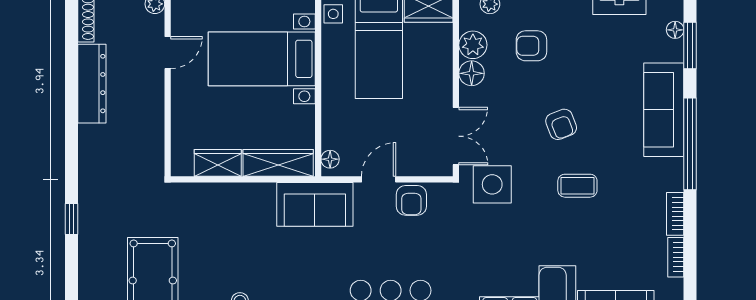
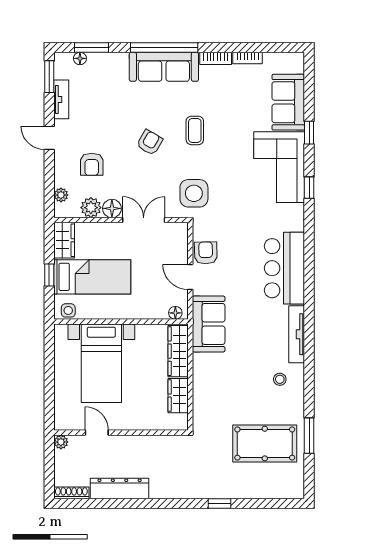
sofa: (664, 110) -> (164, 67), moved
armchair: (561, 124) -> (150, 142), turned -39
double door: (456, 136) -> (144, 220), moved
armchair: (411, 200) -> (206, 253), turned -91

